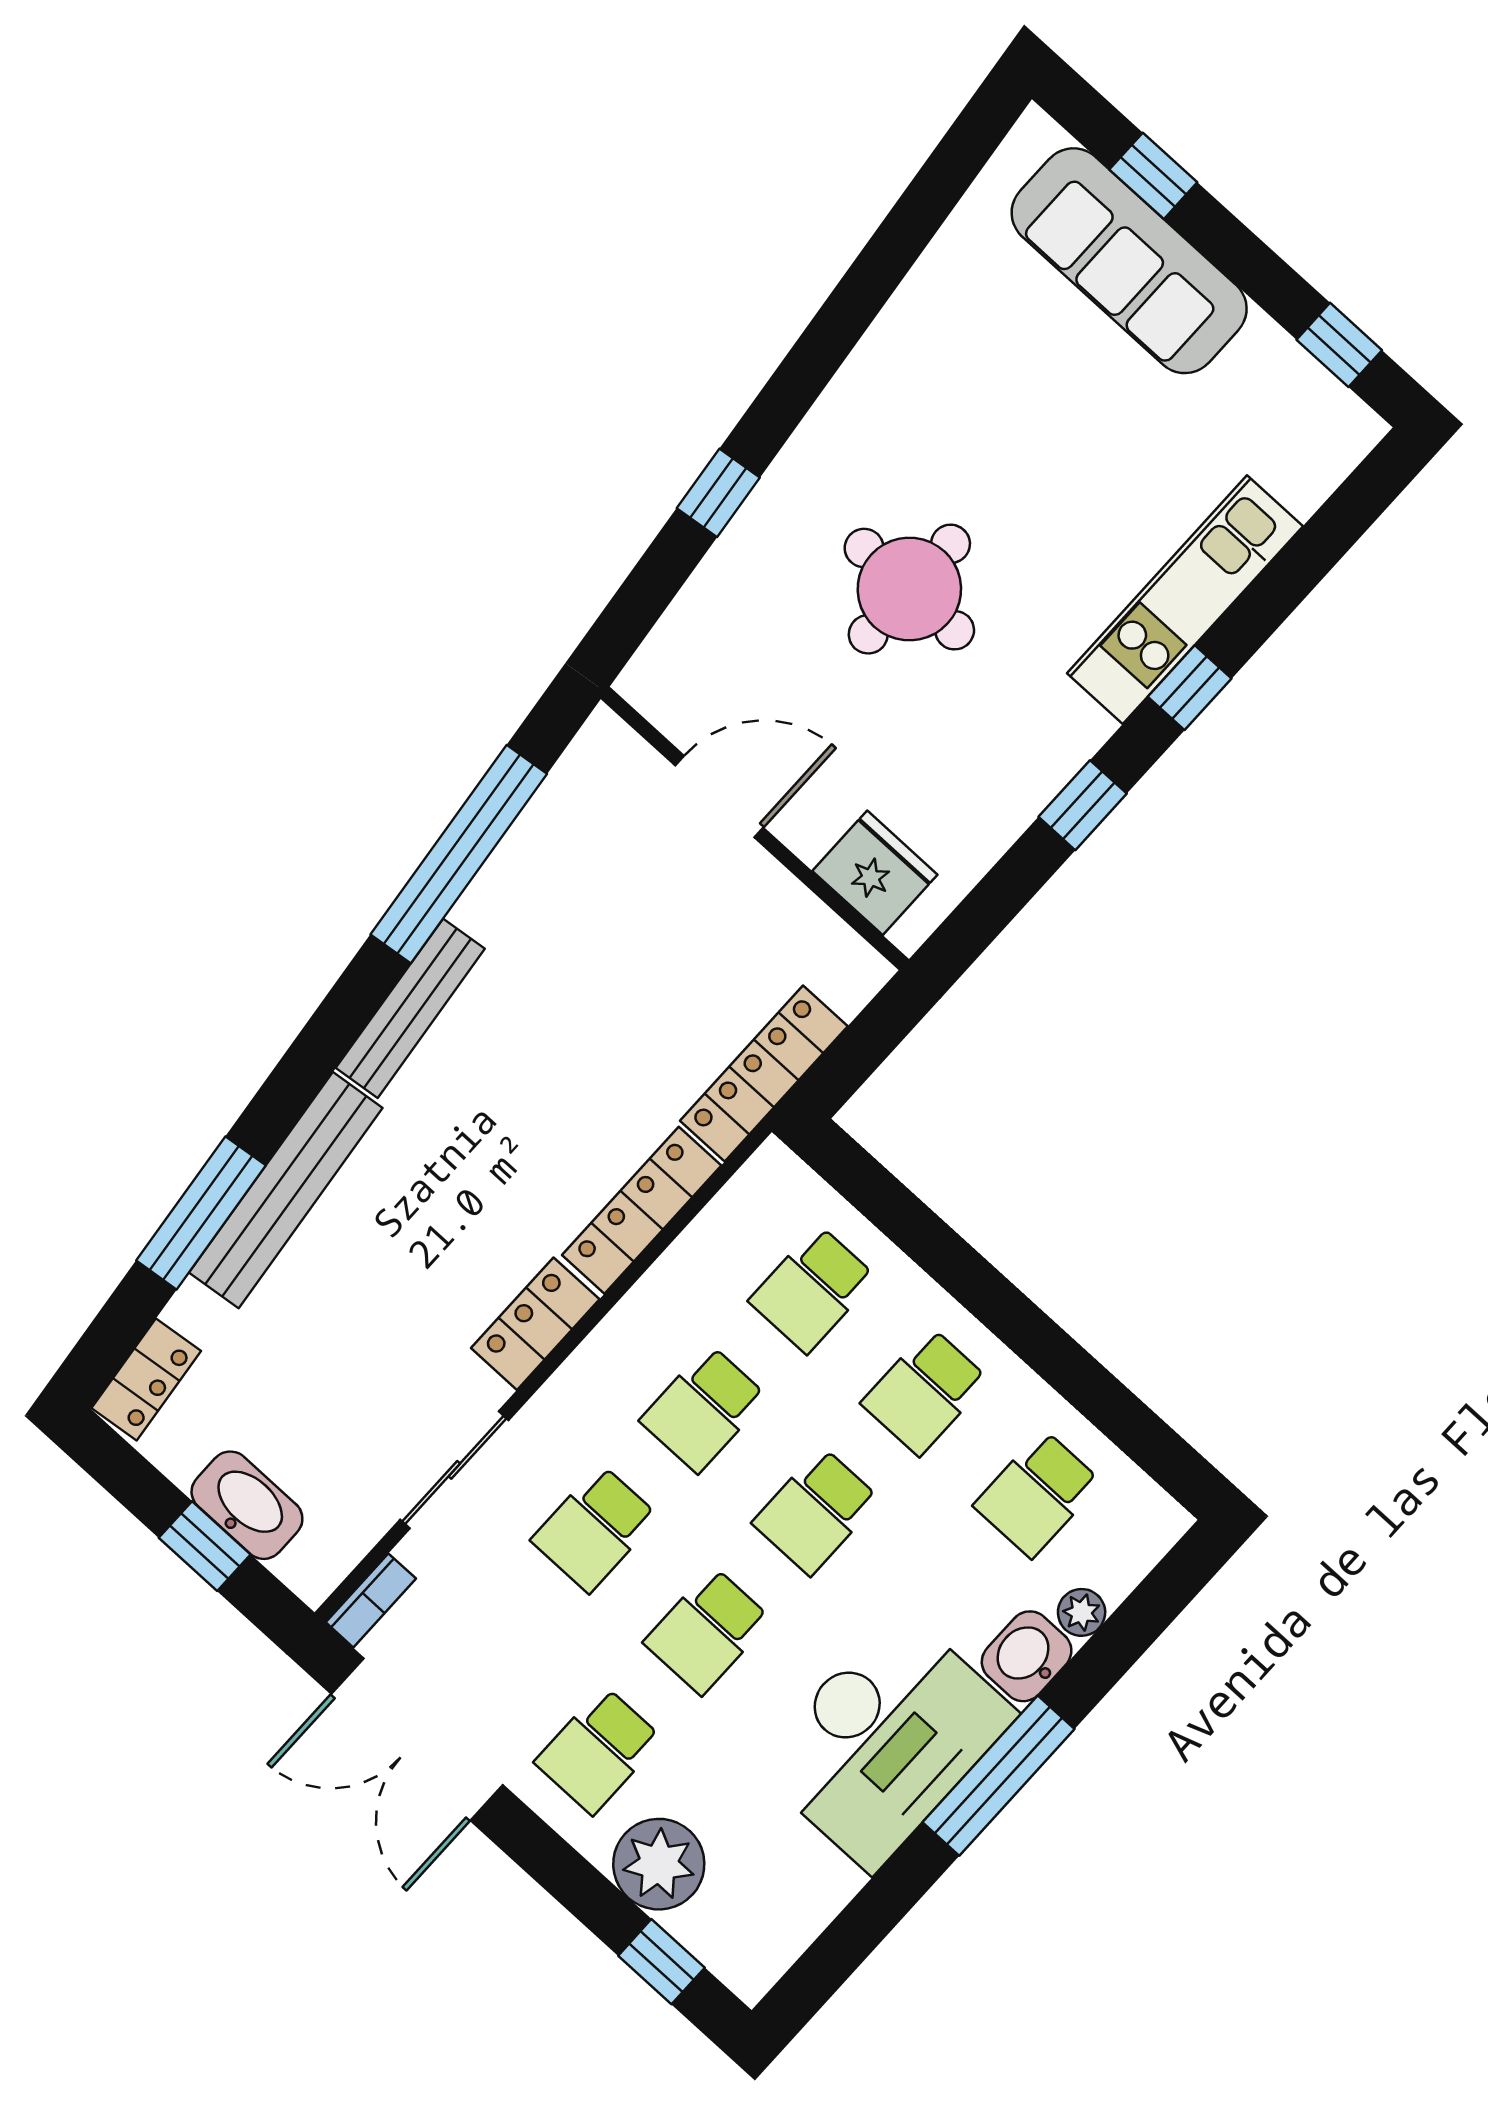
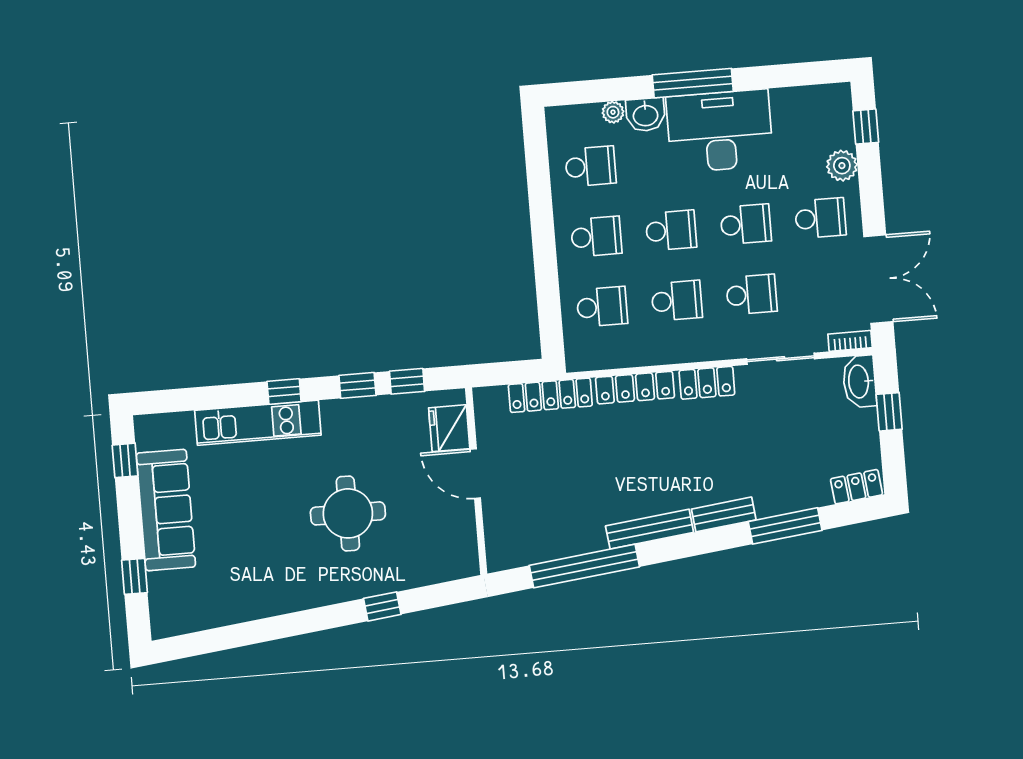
sofa: (1129, 261) -> (166, 510), moved
door: (719, 797) -> (476, 474), moved
window: (1010, 884) -> (407, 381), added
bench: (286, 1190) -> (724, 514), width x0.54, depth x0.82
washbasin: (247, 1505) -> (859, 381), moved
plant: (659, 1864) -> (842, 166), width x0.73, depth x0.73

